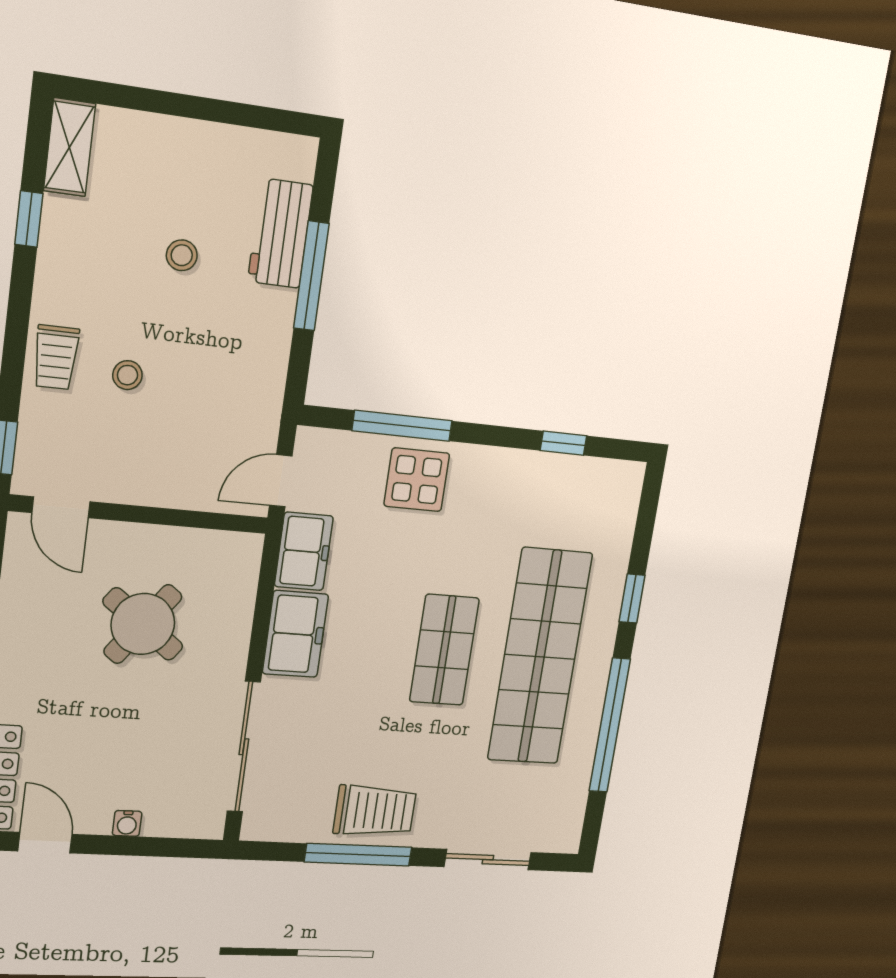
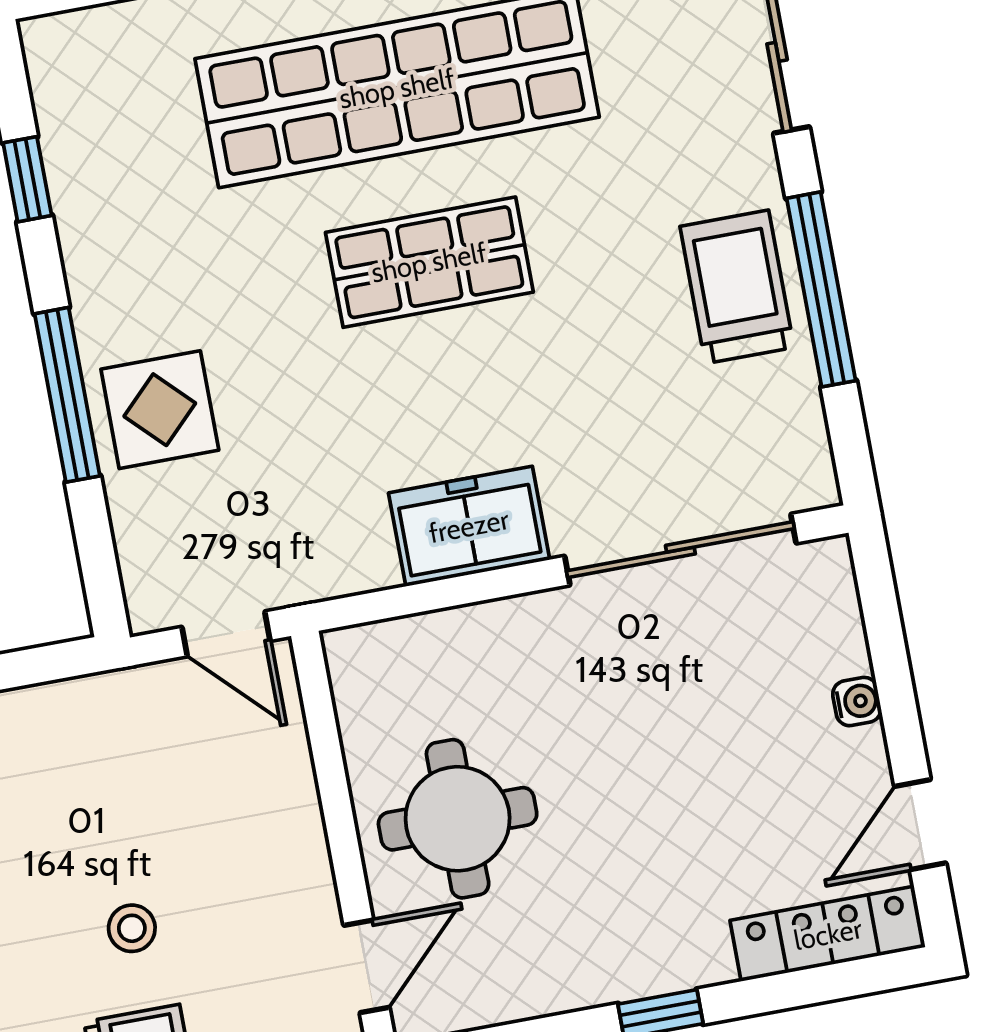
window: (402, 426) -> (67, 395), moved
freezer: (304, 551) -> (329, 558), removed
round table: (143, 624) -> (458, 819), moved, turned -37

